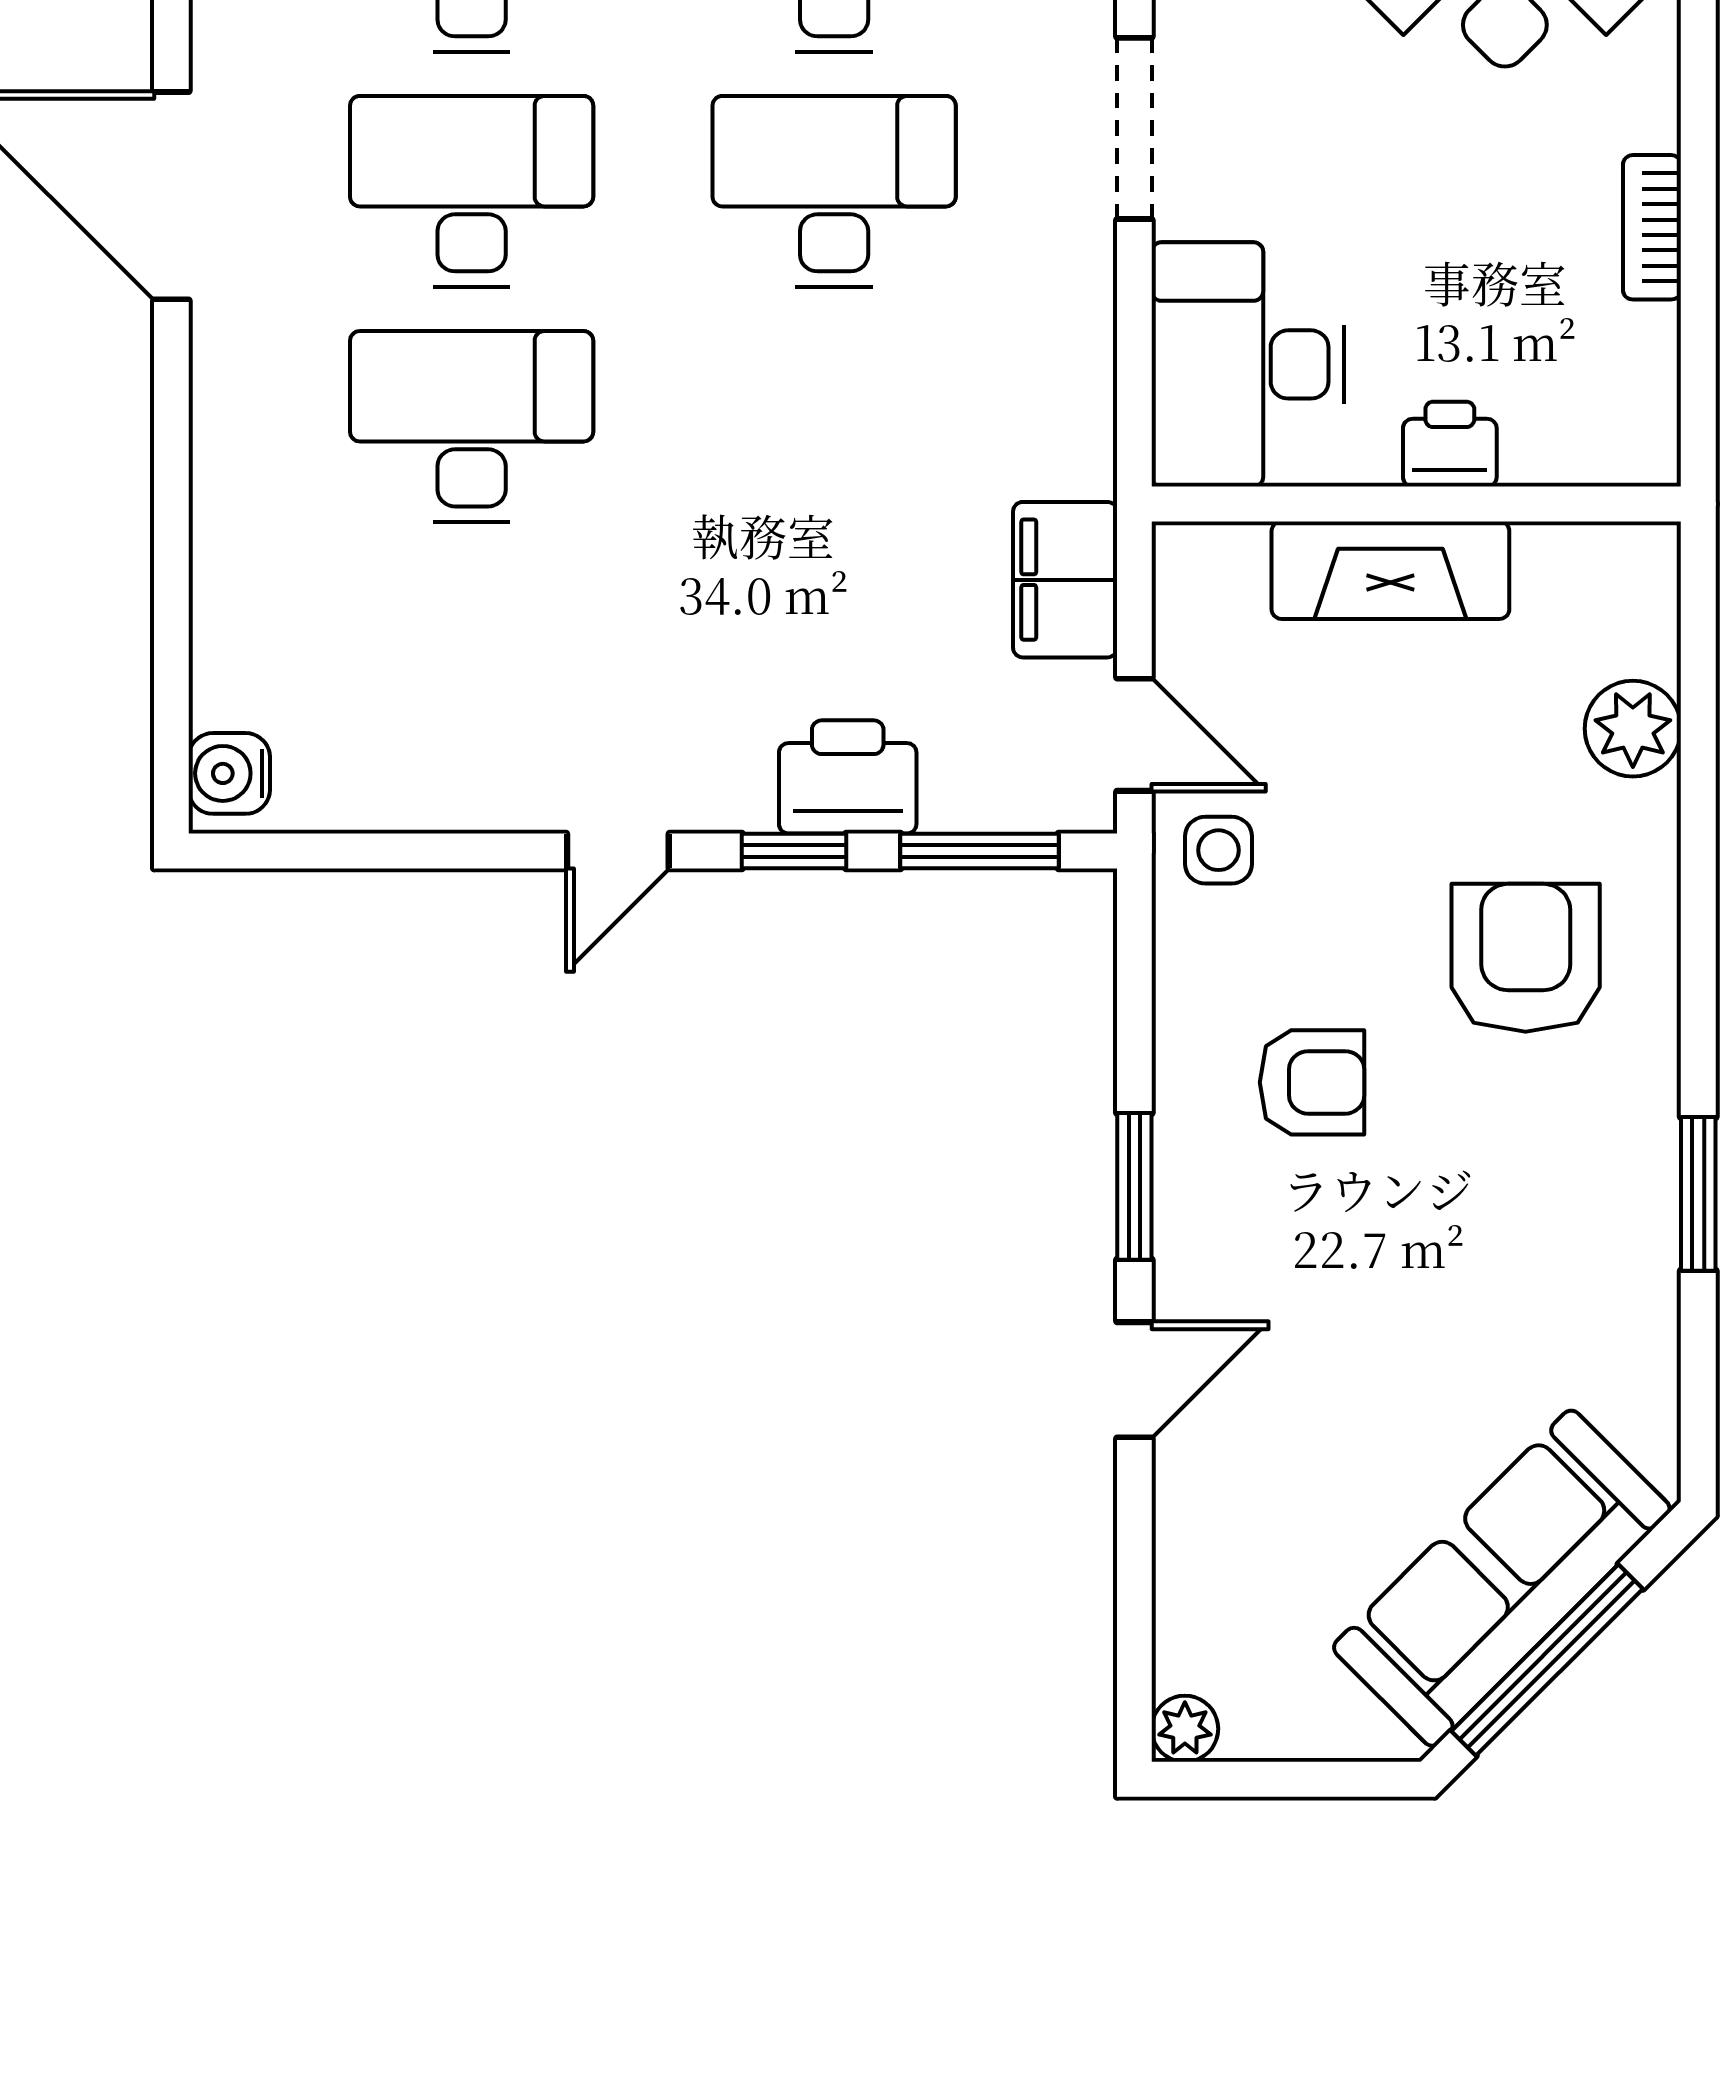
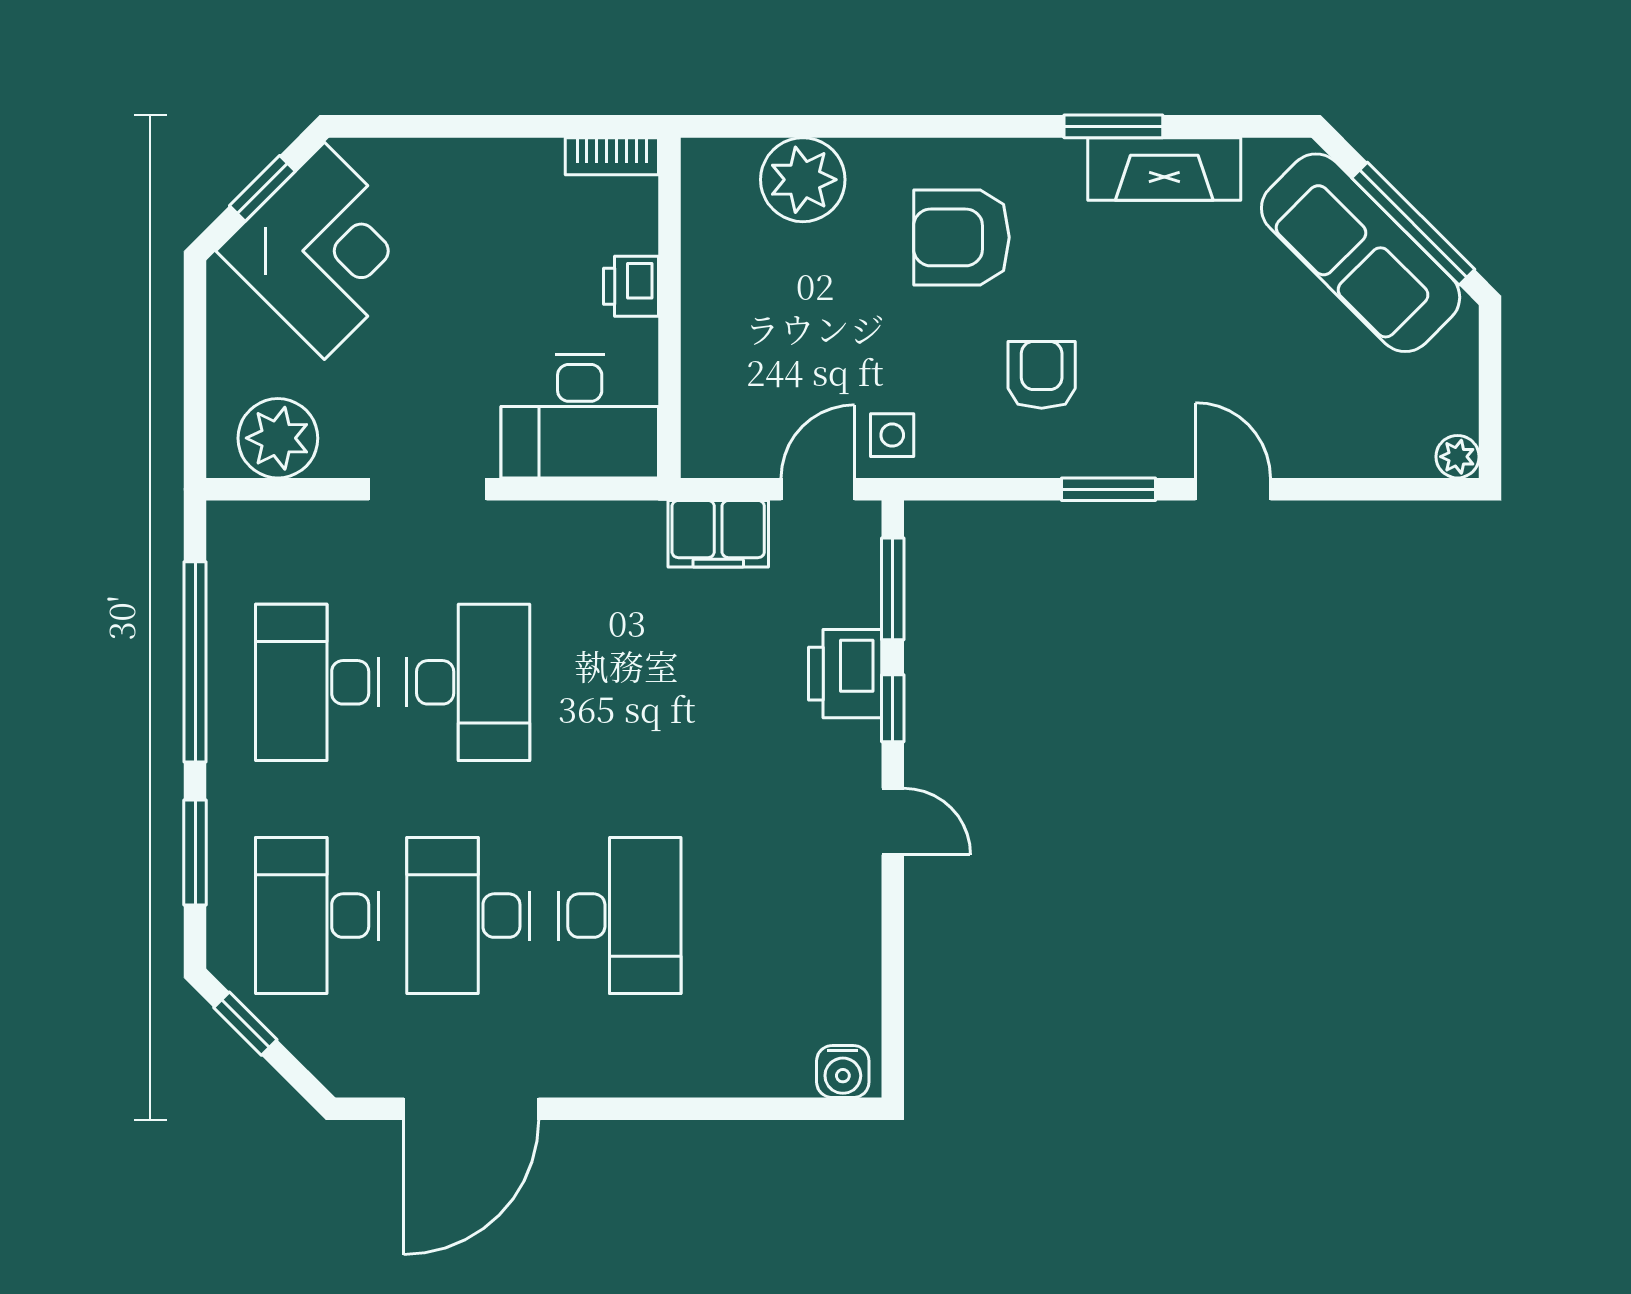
desk: (834, 191) -> (468, 682), turned 180
bookcase: (1652, 227) -> (612, 156), moved
desk: (472, 426) -> (620, 916), turned 180
fireplace: (1390, 570) -> (1164, 169), moved, turned 90
plant: (1633, 729) -> (803, 180), width x1.36, depth x1.36

